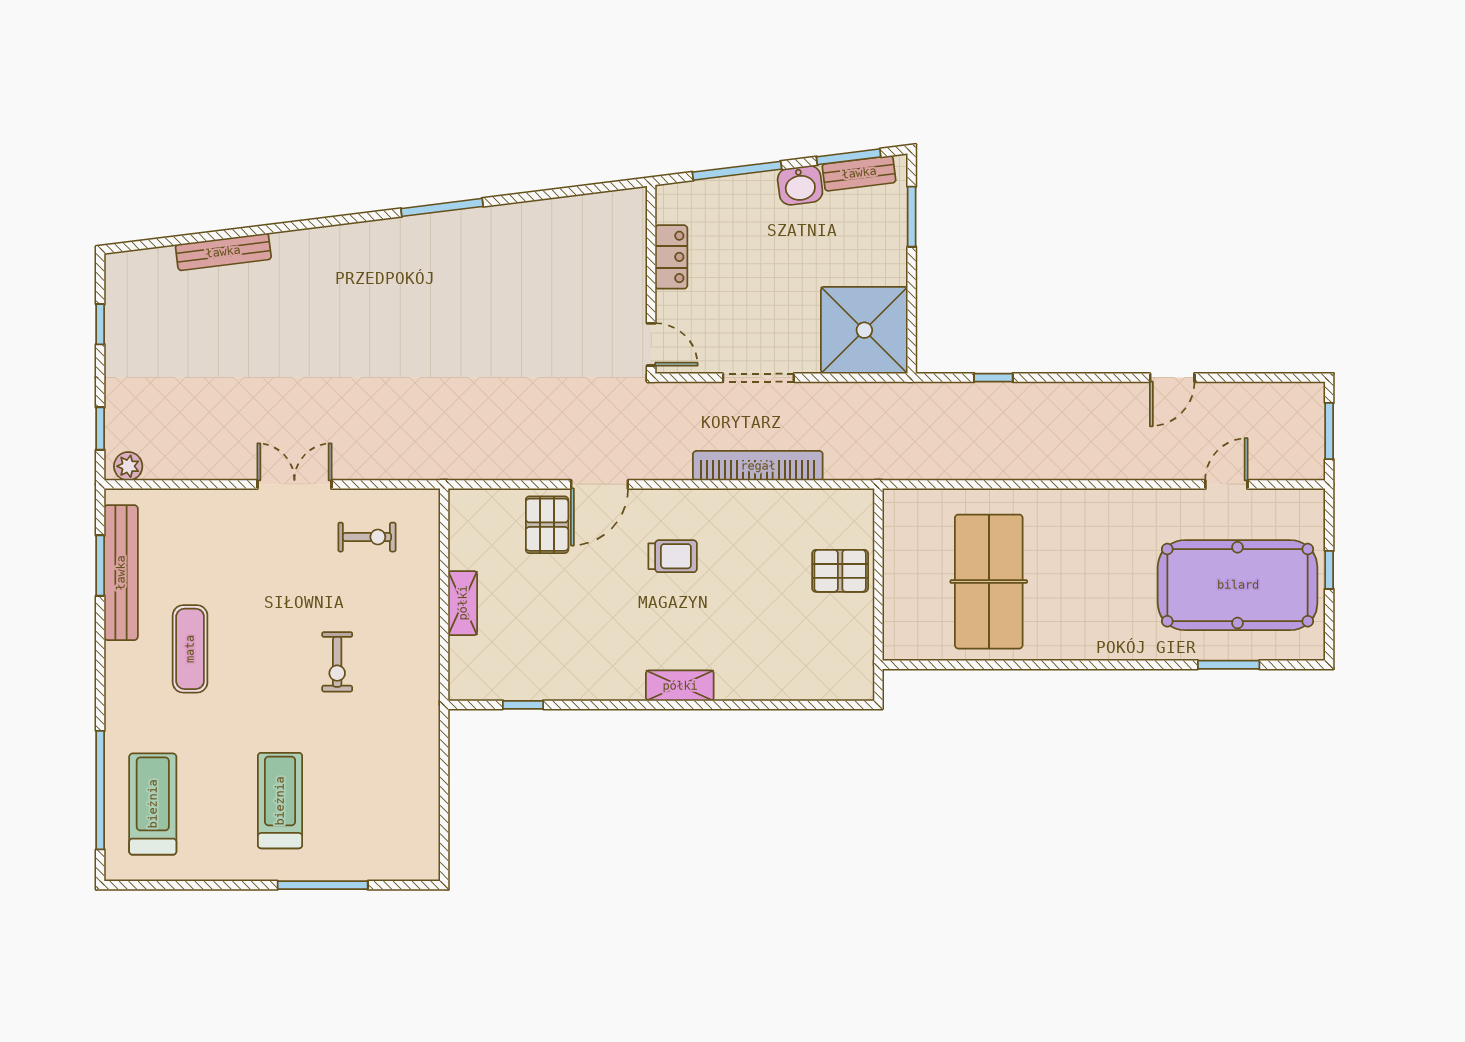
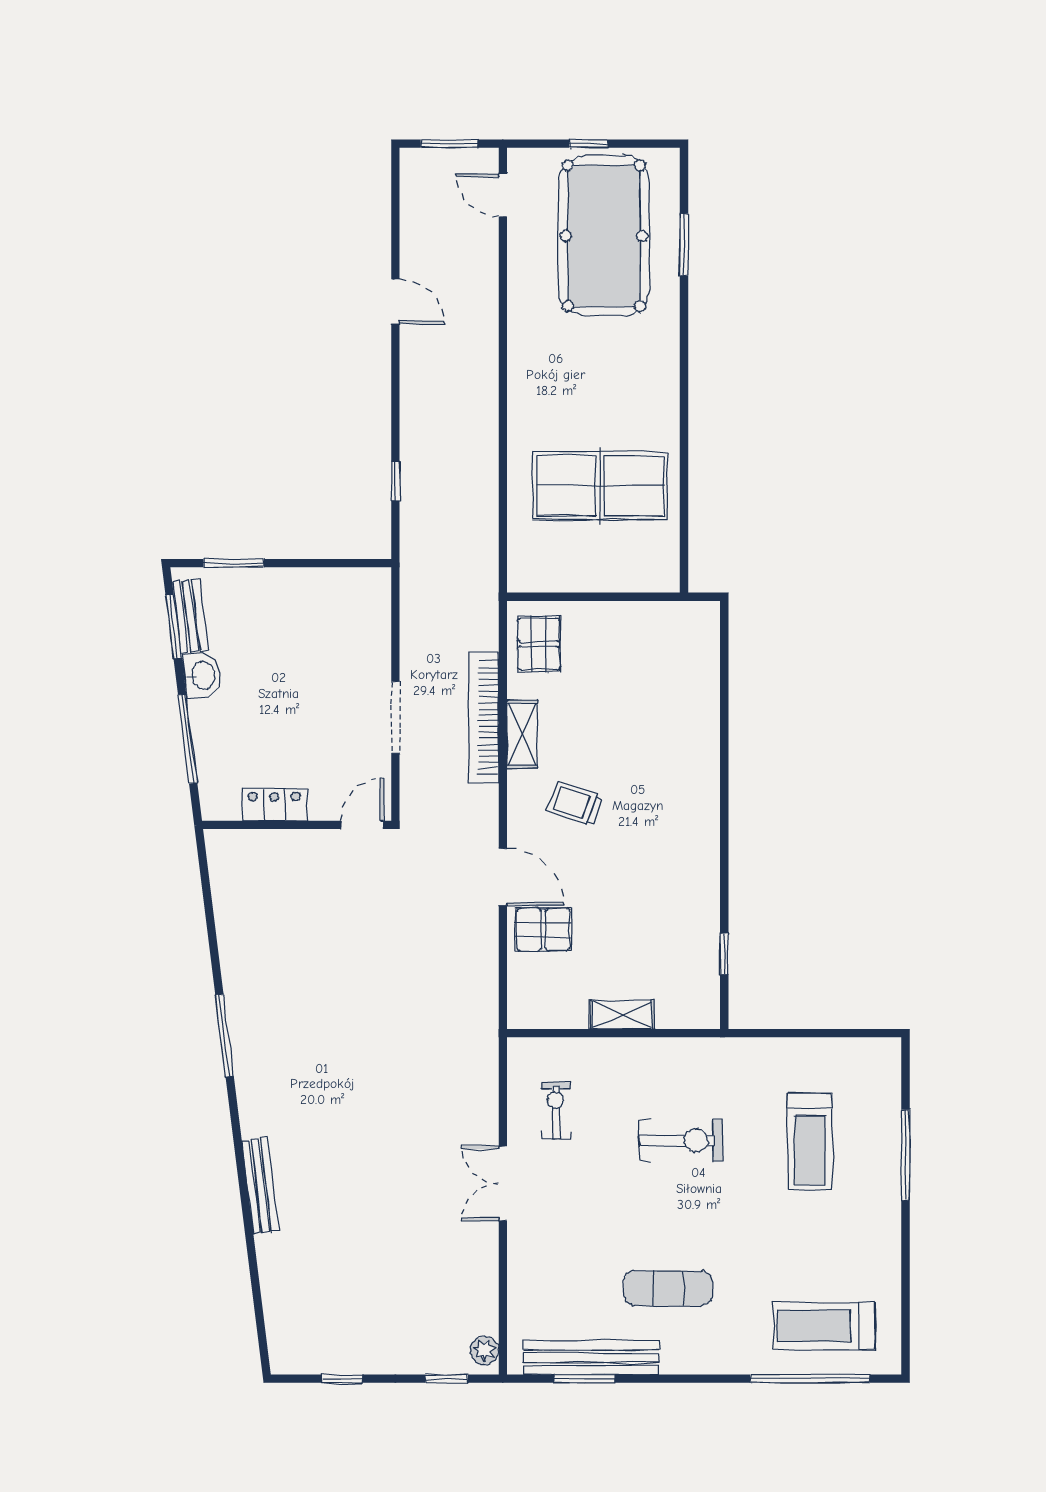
bench: (223, 252) -> (261, 1186), moved
shower: (864, 330) -> (348, 611), removed
door: (1226, 484) -> (503, 195), moved
trolley: (673, 556) -> (575, 803), turned -71
pallet: (840, 571) -> (539, 644), moved
exercise bike: (337, 662) -> (681, 1141), width x1.38, depth x1.39
shelving: (680, 686) -> (522, 734), moved
treadmill: (280, 801) -> (810, 1141), moved, turned -90

